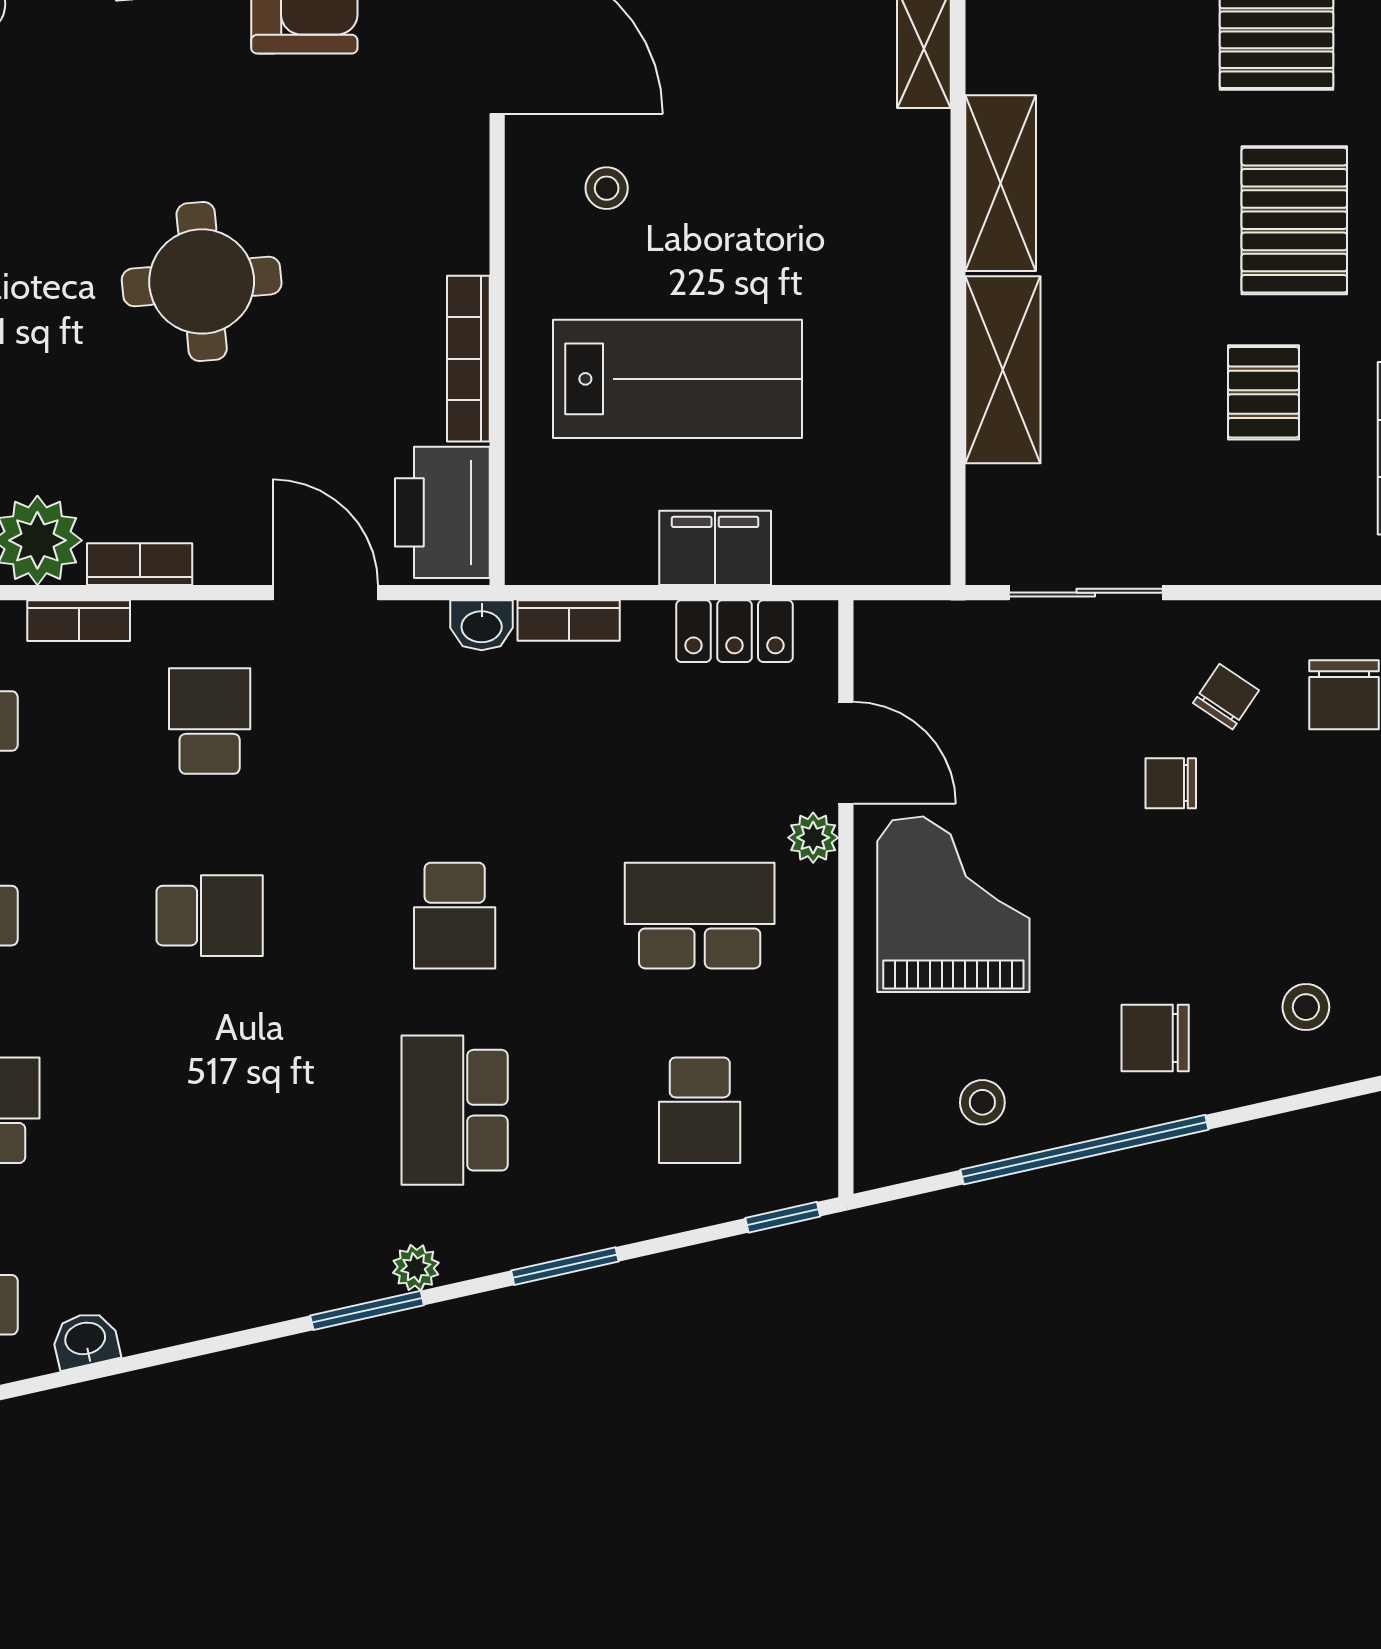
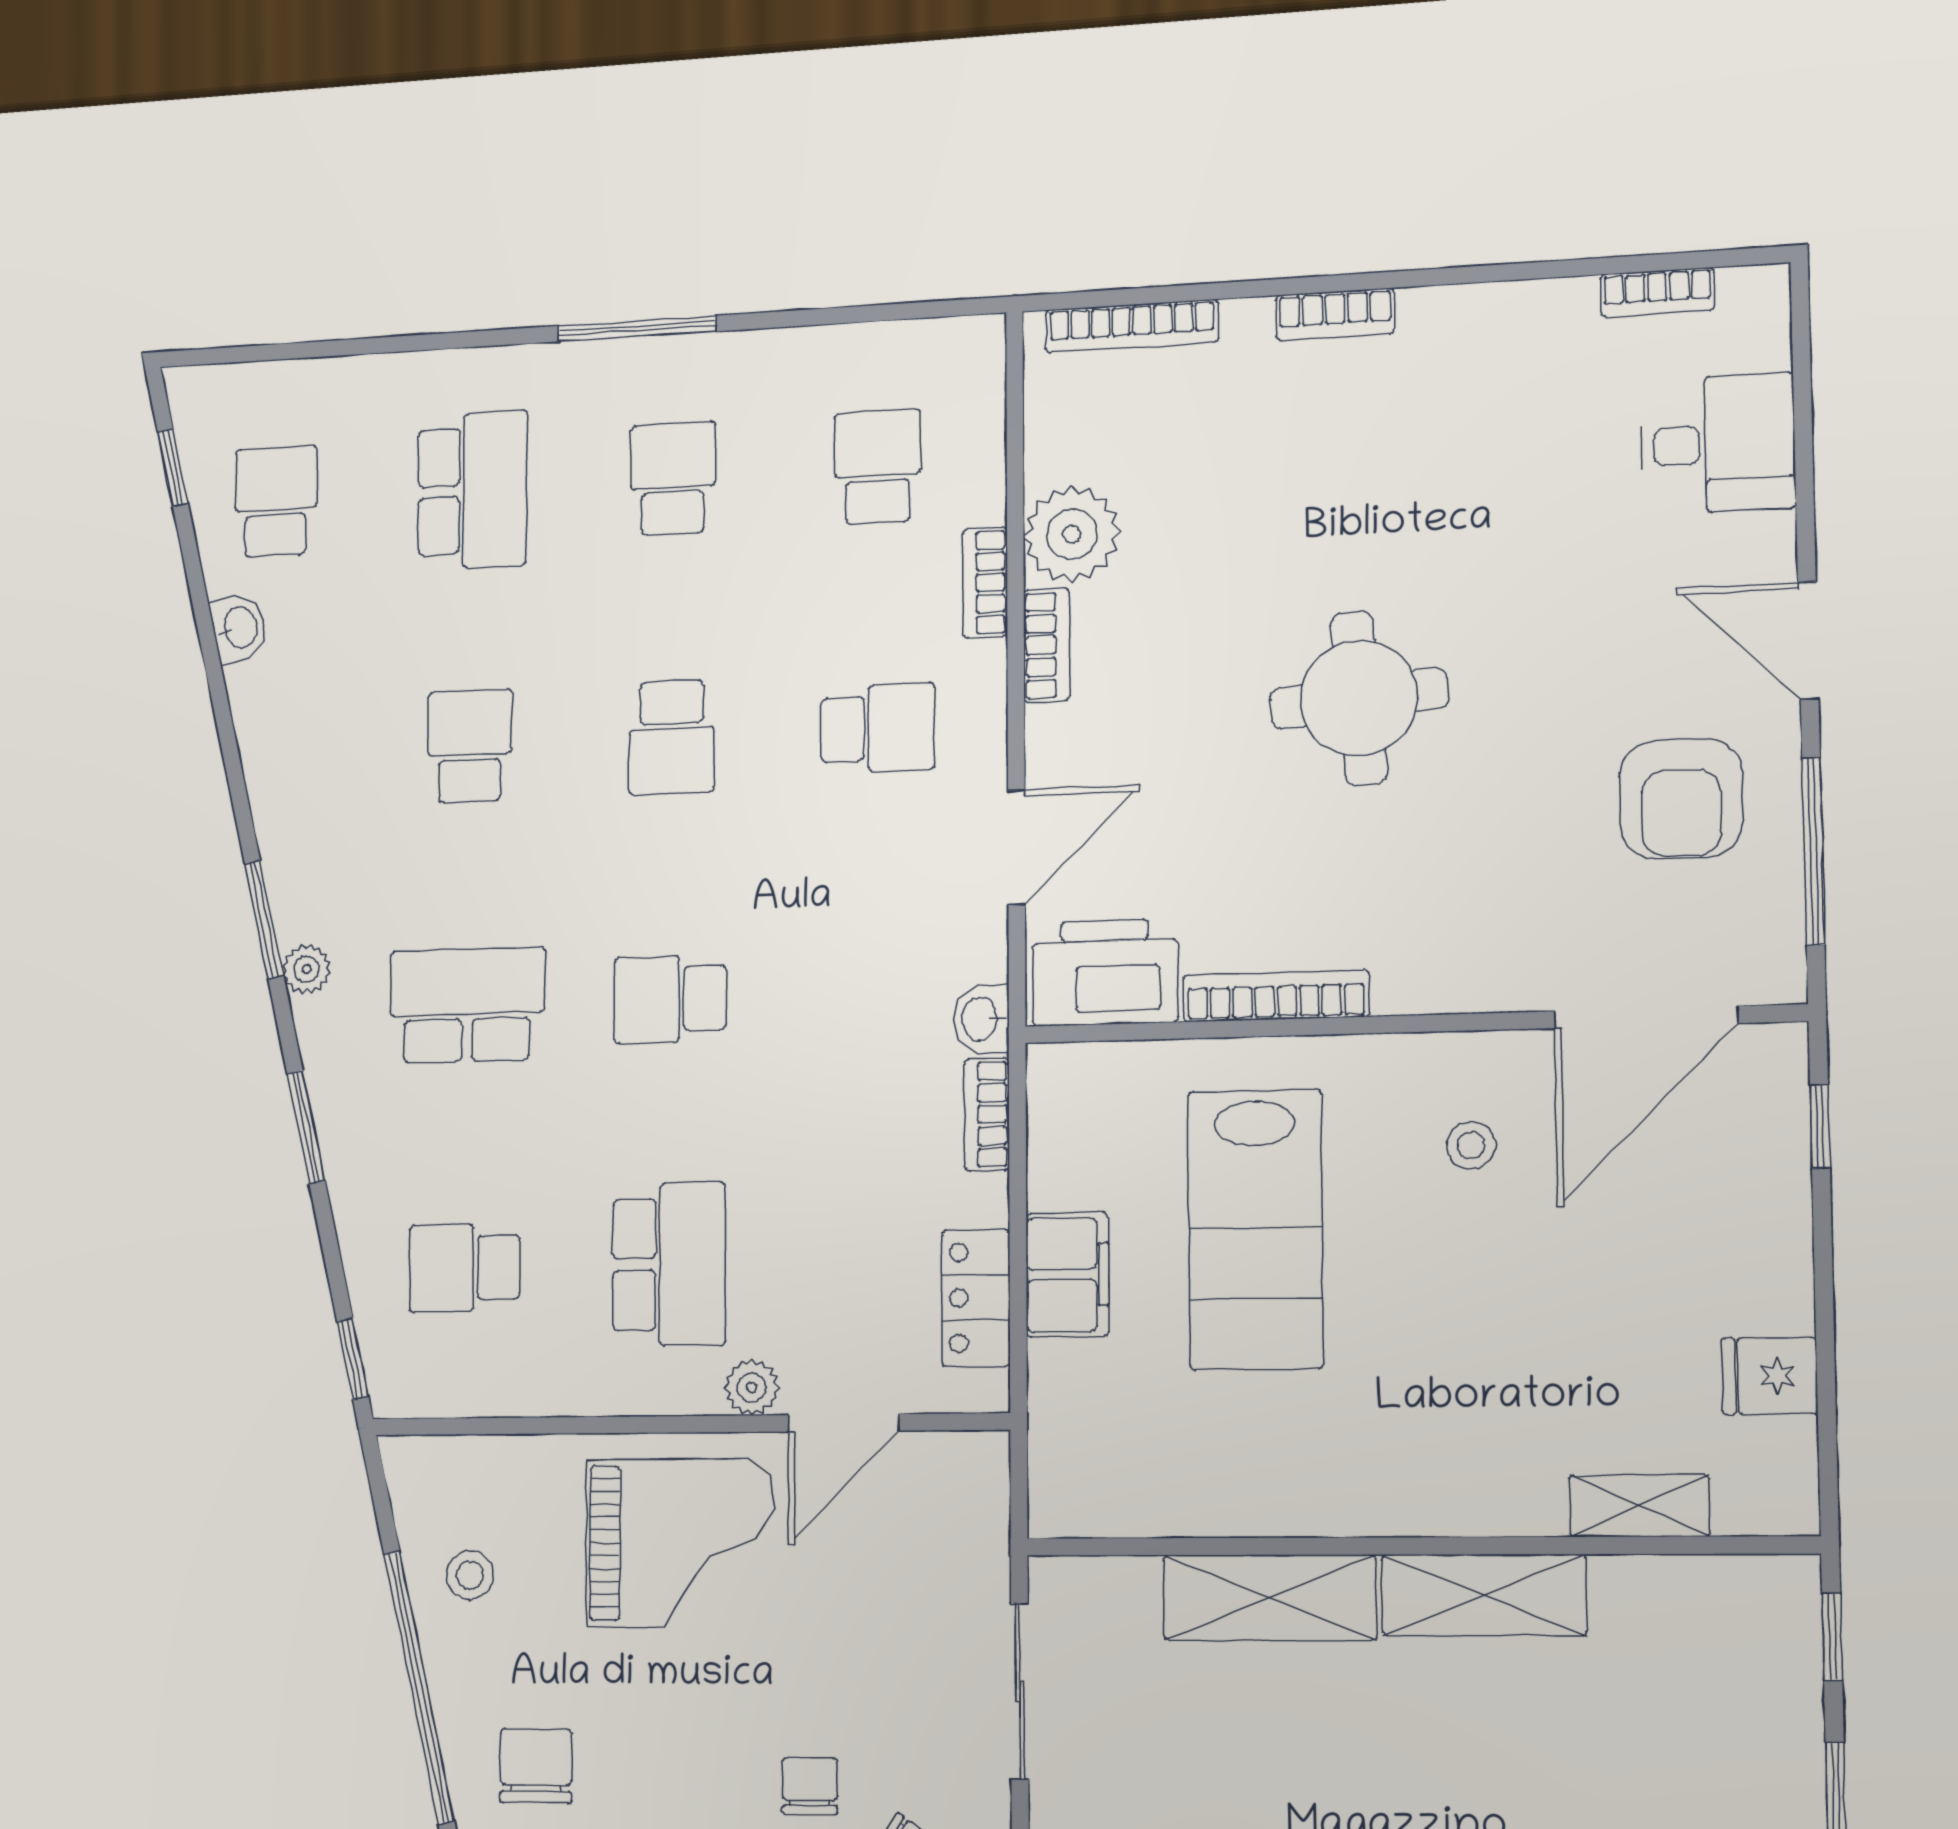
school desk: (210, 1110) -> (470, 746), added

